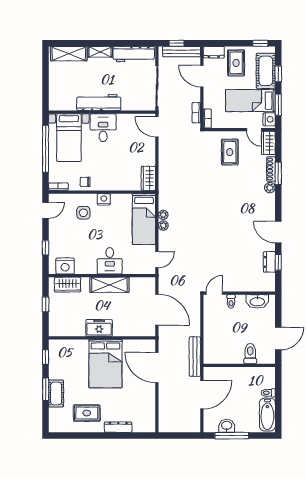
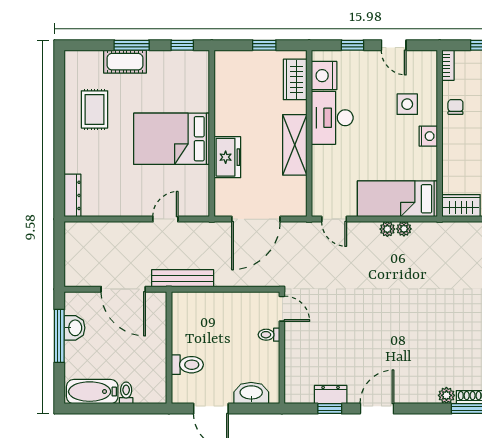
door: (46, 210) -> (394, 45), moved
desk: (110, 261) -> (332, 118), moved, width x1.37
washbasin: (257, 301) -> (251, 393), moved, turned 90
freezer: (99, 328) -> (227, 157), moved
door: (157, 368) -> (165, 219), width x0.53
dresser: (118, 427) -> (73, 195), moved

